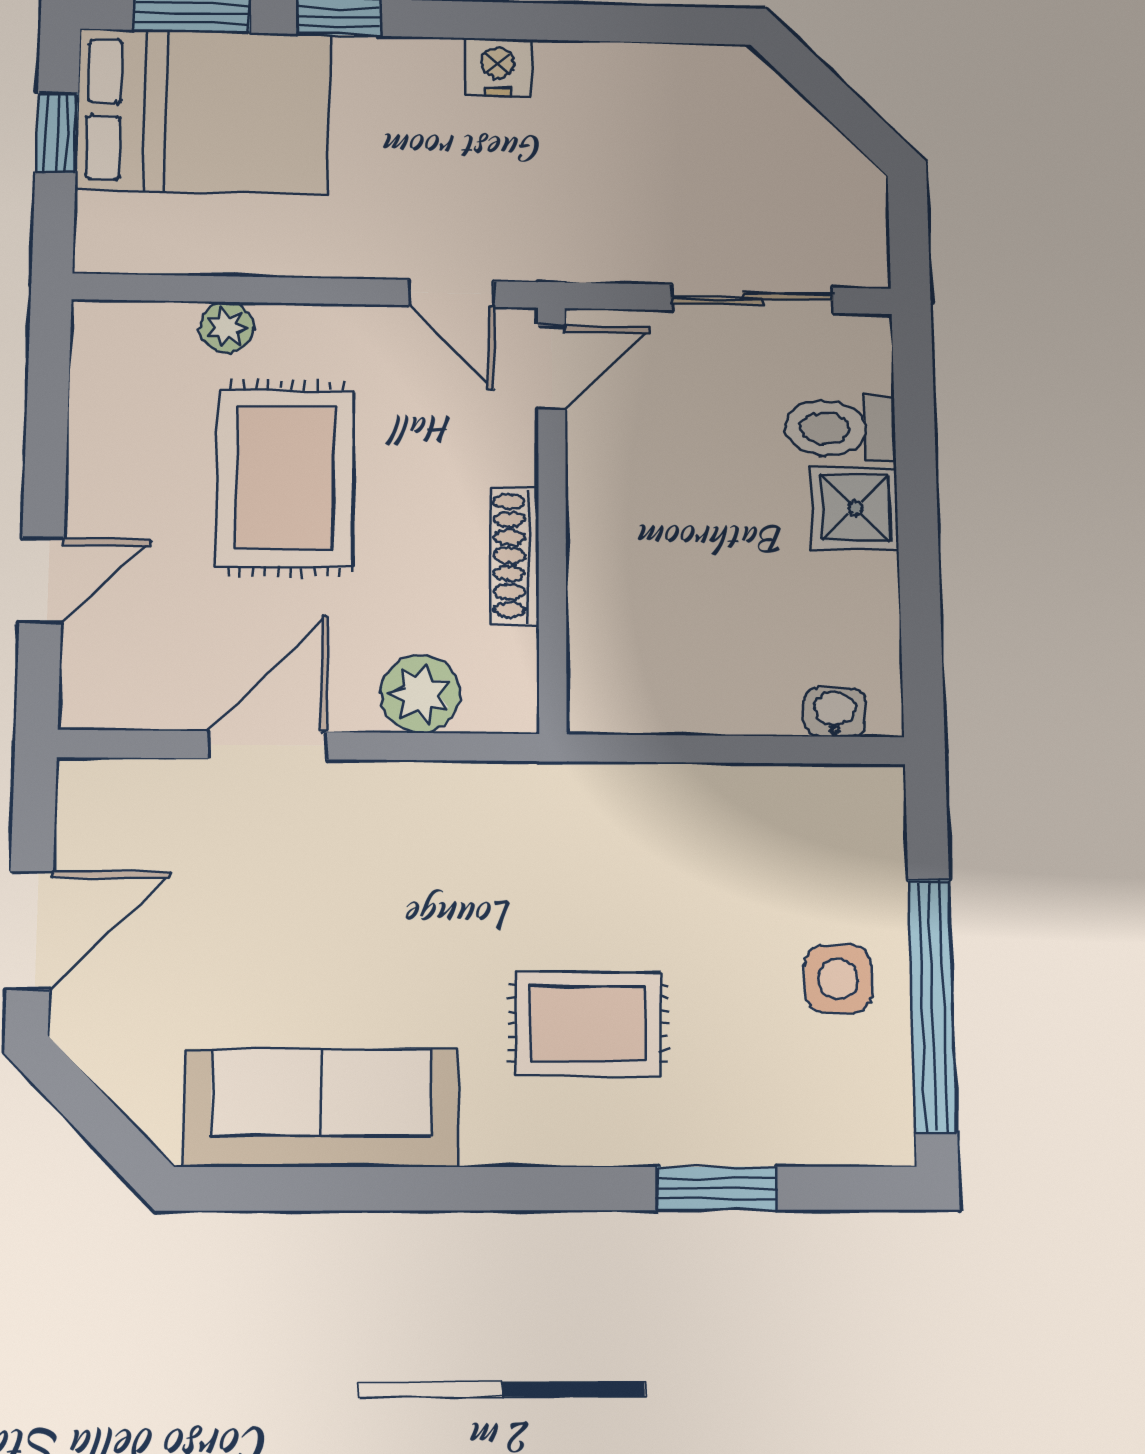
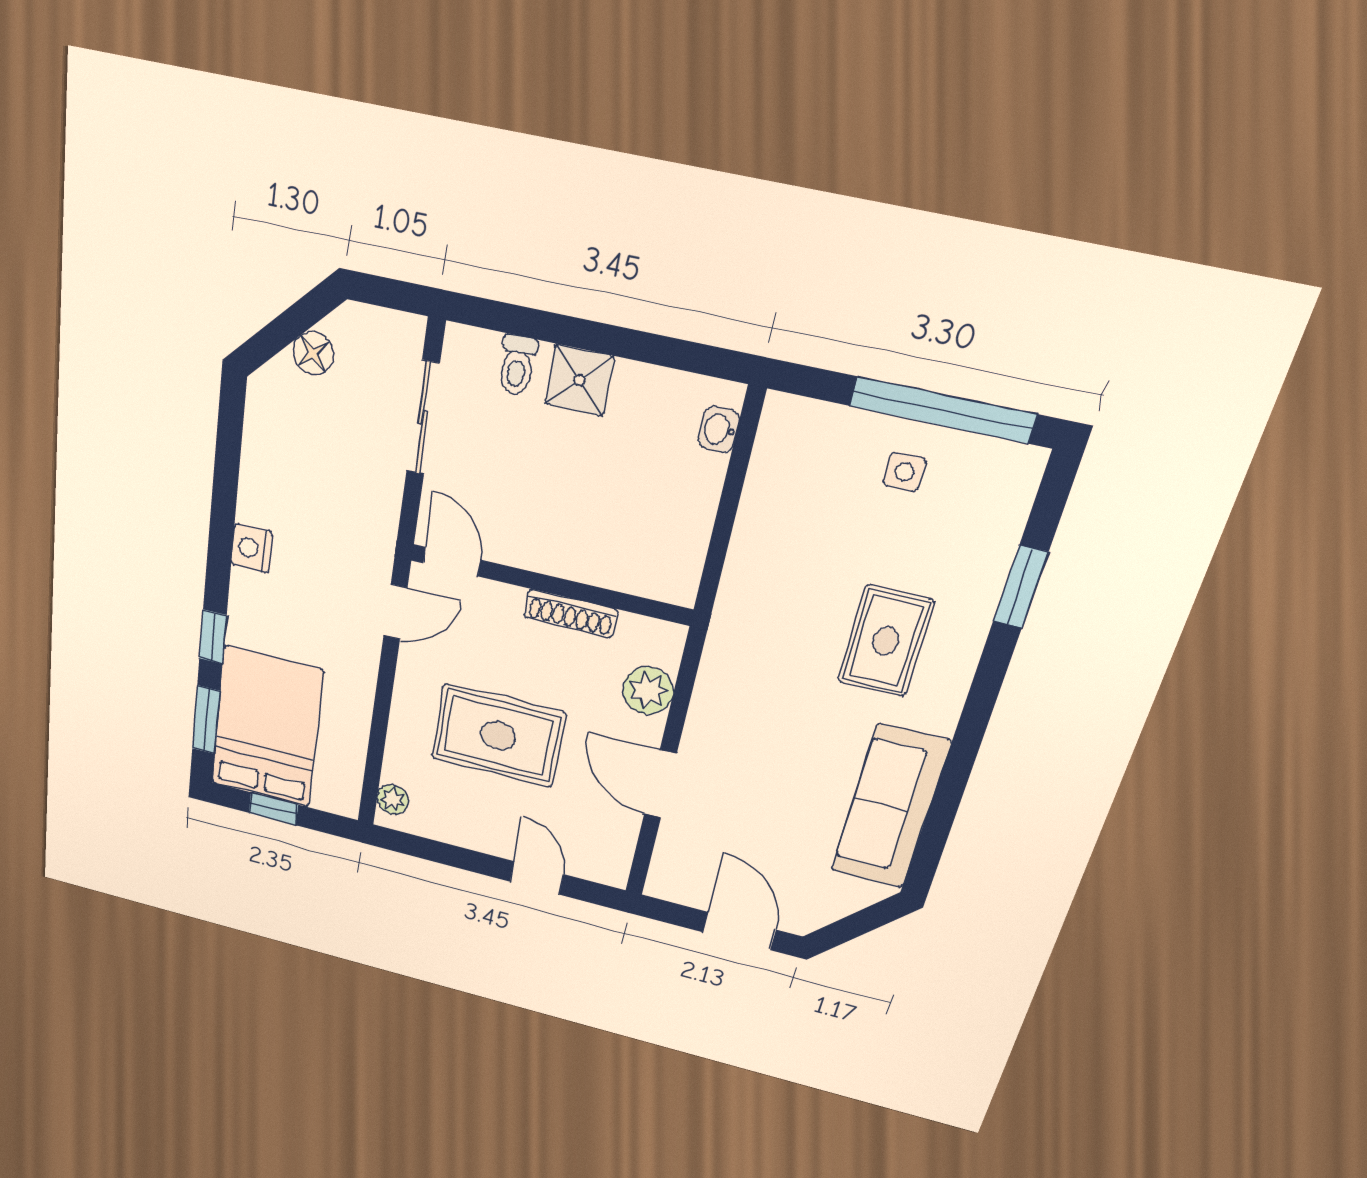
floor lamp: (804, 136) -> (313, 353), added
plant: (227, 328) -> (393, 800), moved
toilet: (840, 428) -> (517, 365), width x0.73, depth x0.72
side table: (838, 979) -> (904, 472), width x0.73, depth x0.73

